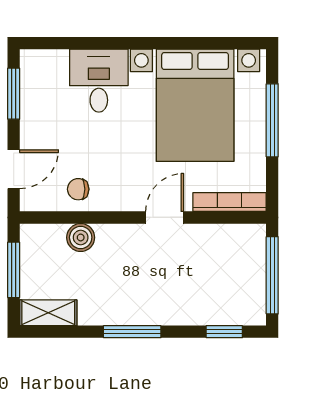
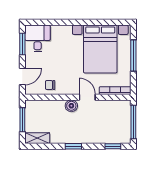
desk: (99, 81) -> (38, 38), moved
door: (165, 217) -> (87, 97), hinge flipped
boiler: (81, 237) -> (71, 106), moved
window: (132, 332) -> (73, 146), width x0.67

